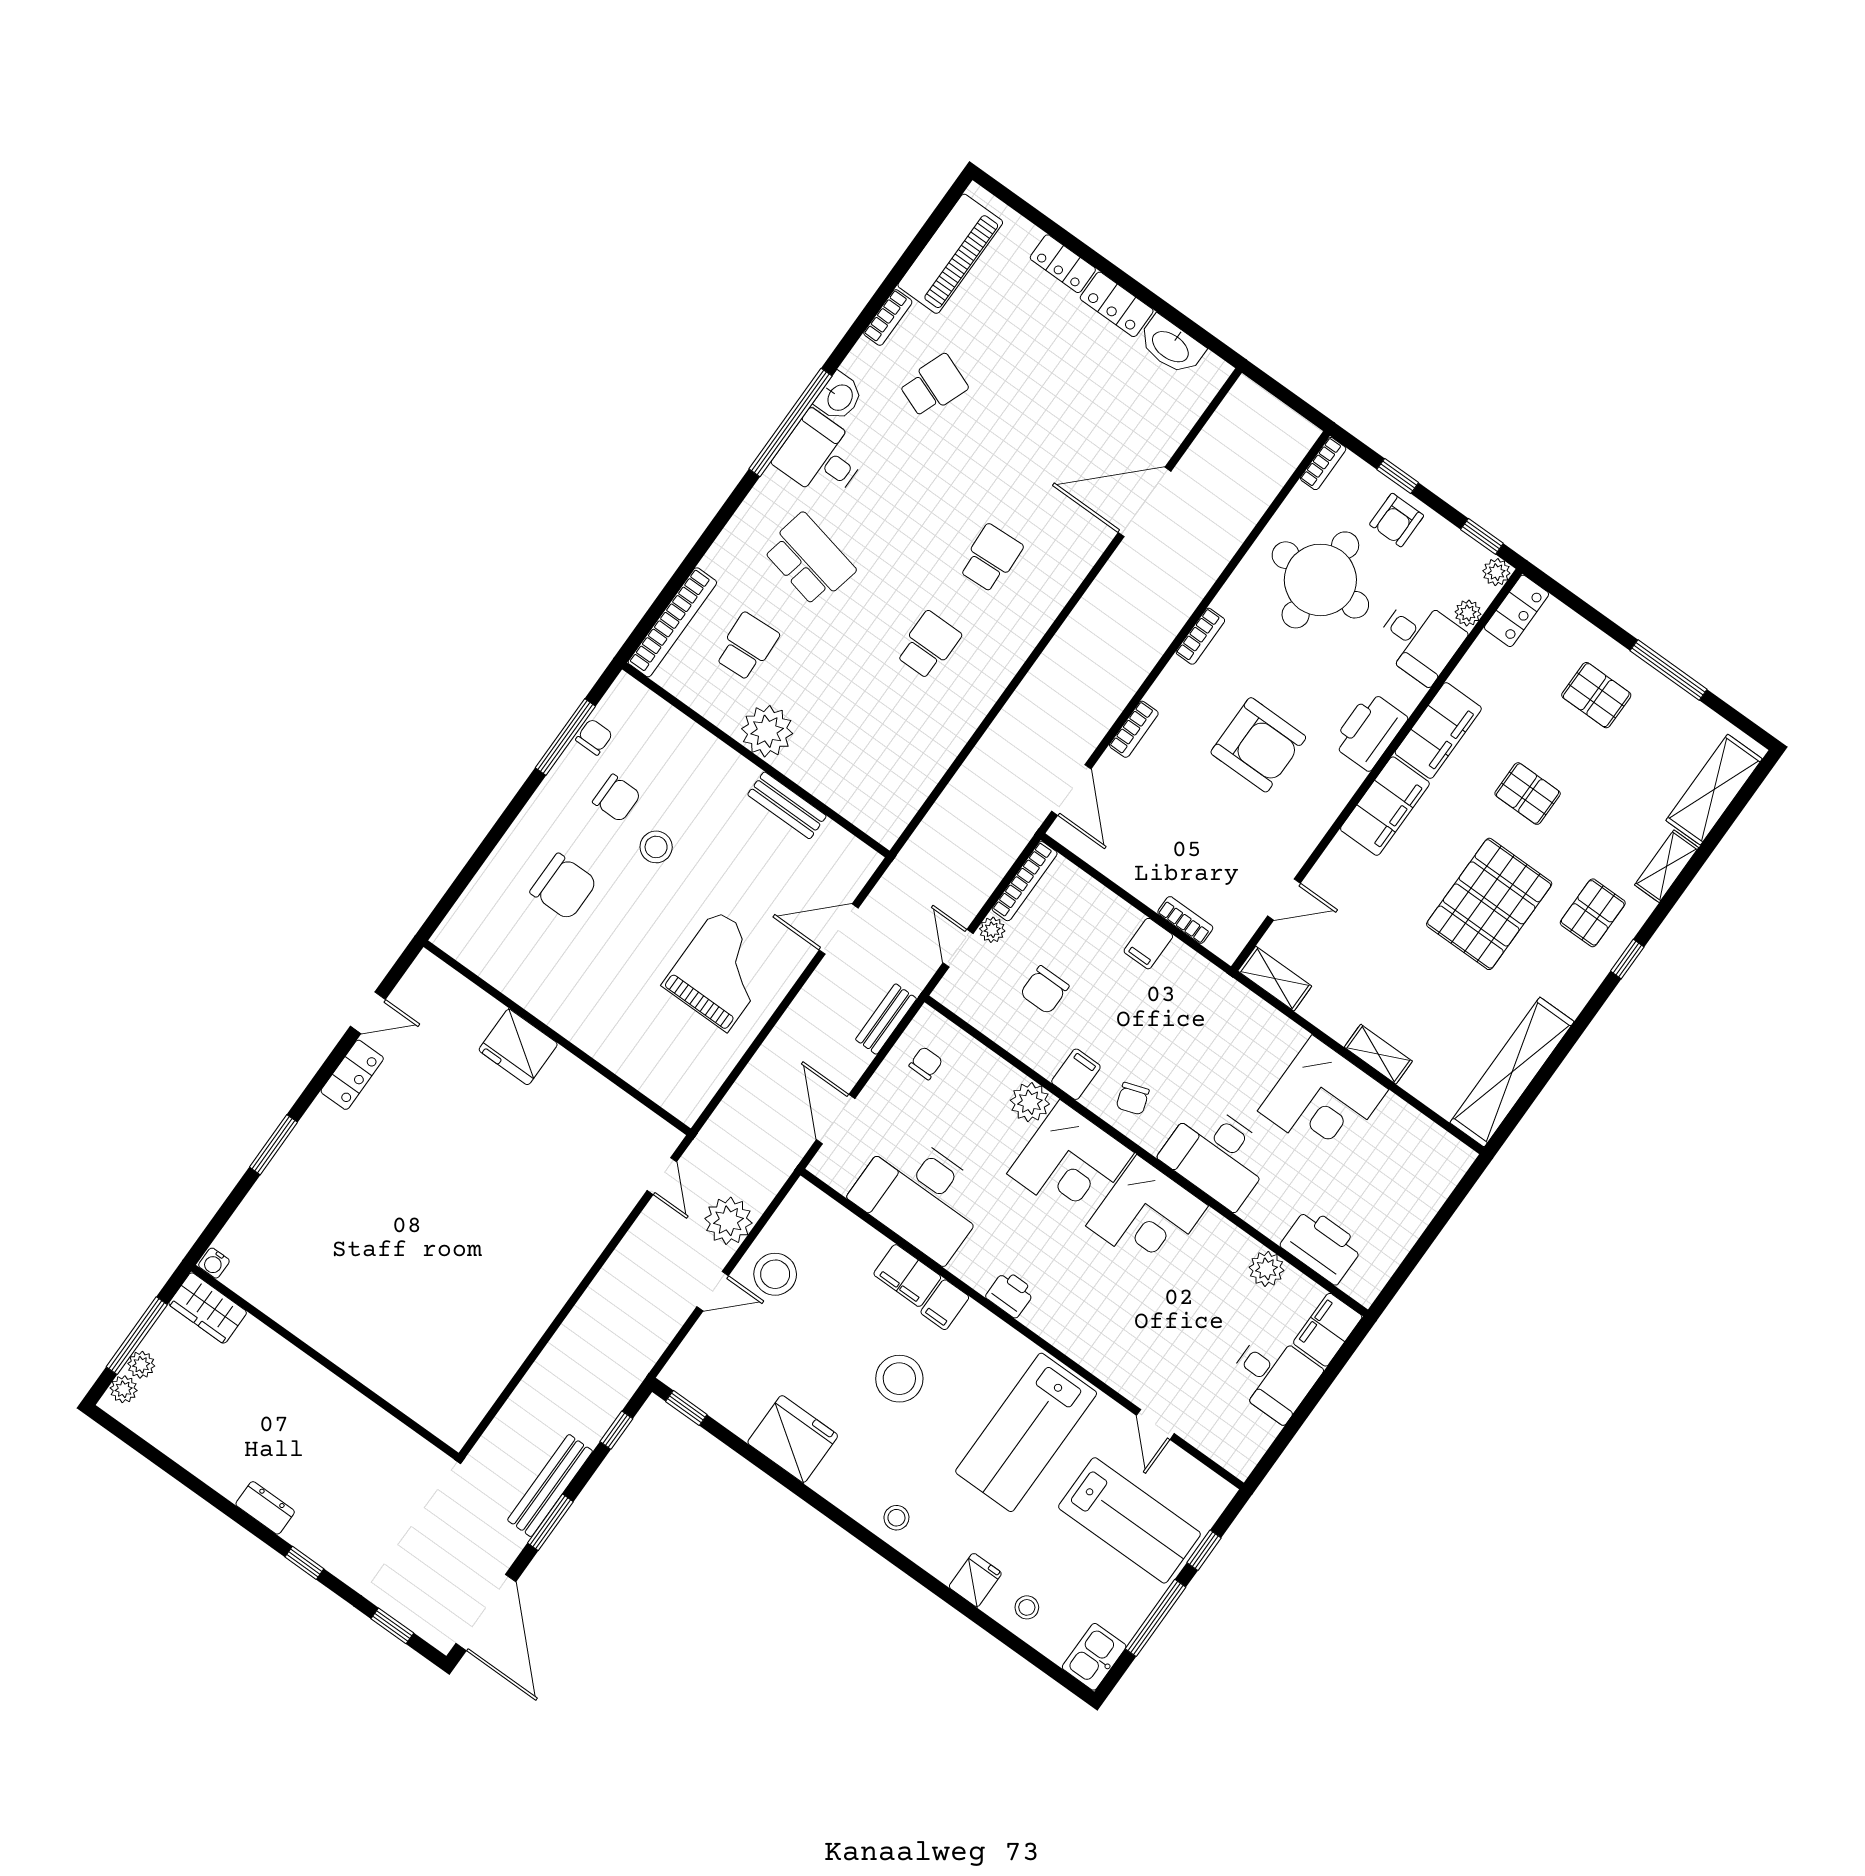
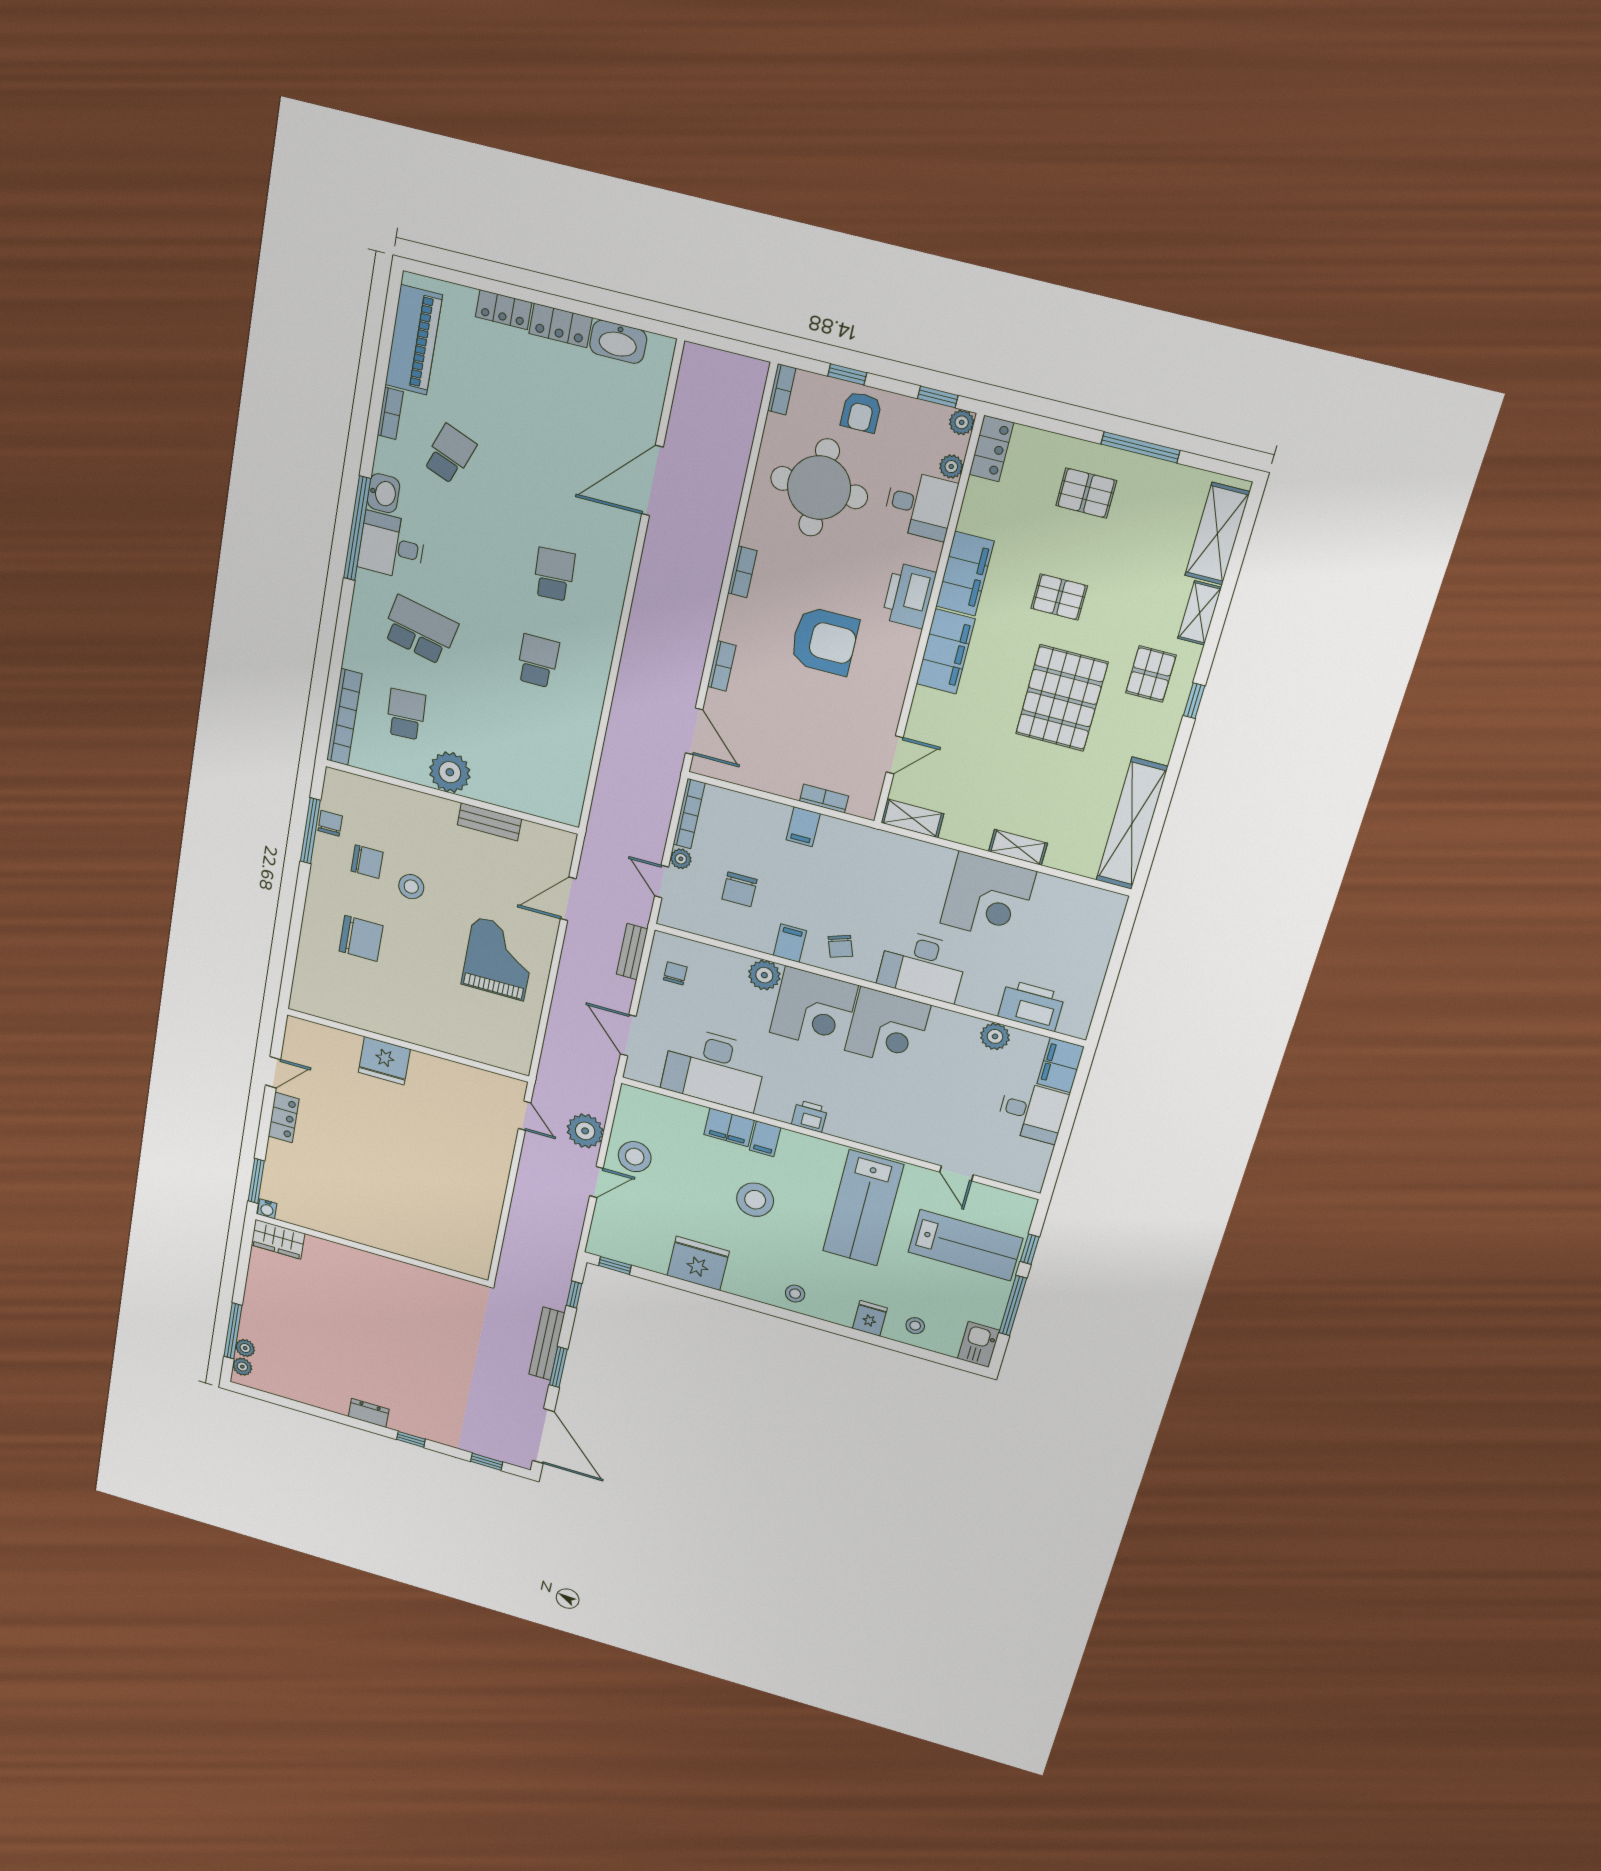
water cooler: (214, 1263) -> (267, 1209), moved
wardrobe: (208, 1308) -> (278, 1239), moved
wall: (325, 1362) -> (371, 1250), moved

